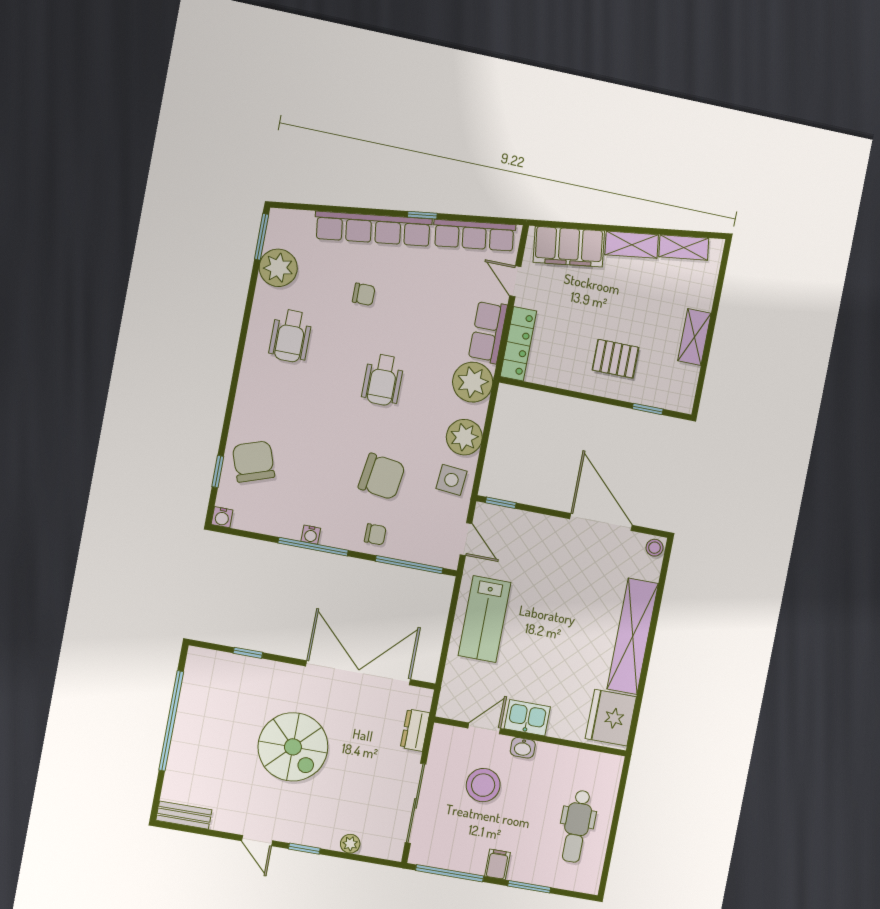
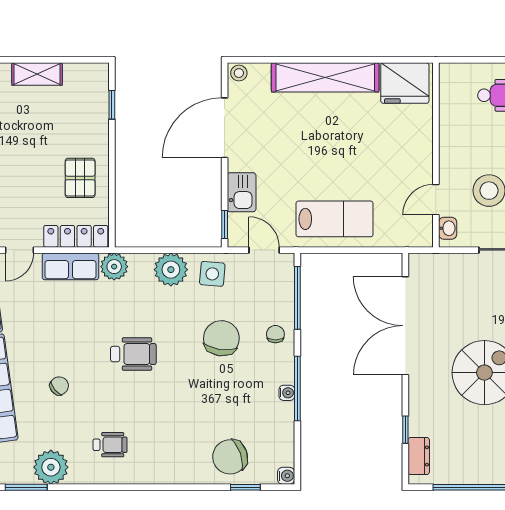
chair: (364, 294) -> (59, 386), turned 51
wheelchair: (291, 336) -> (110, 445), width x0.73, depth x0.73
pallet: (615, 359) -> (80, 178), moved
plant: (473, 382) -> (114, 267), width x0.73, depth x0.73
door: (466, 539) -> (264, 250), hinge flipped
kitchen sink: (527, 718) -> (242, 192), moved, turned 180
door: (484, 728) -> (436, 200), hinge flipped
dresser: (415, 730) -> (419, 456), moved, turned -90
washbasin: (523, 748) -> (448, 228), moved

